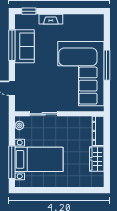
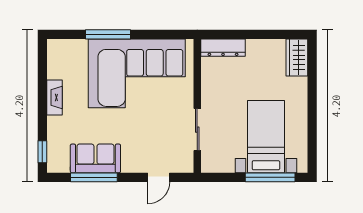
fireplace: (51, 19) -> (55, 98), moved
window: (107, 65) -> (108, 34), moved
plant: (19, 125) -> (215, 166), removed
wardrobe: (97, 159) -> (297, 57), moved, turned 90

